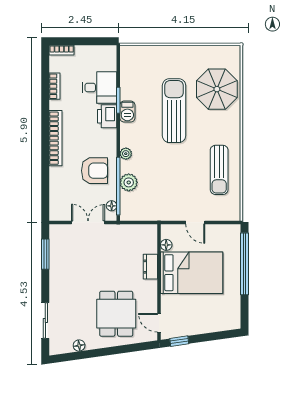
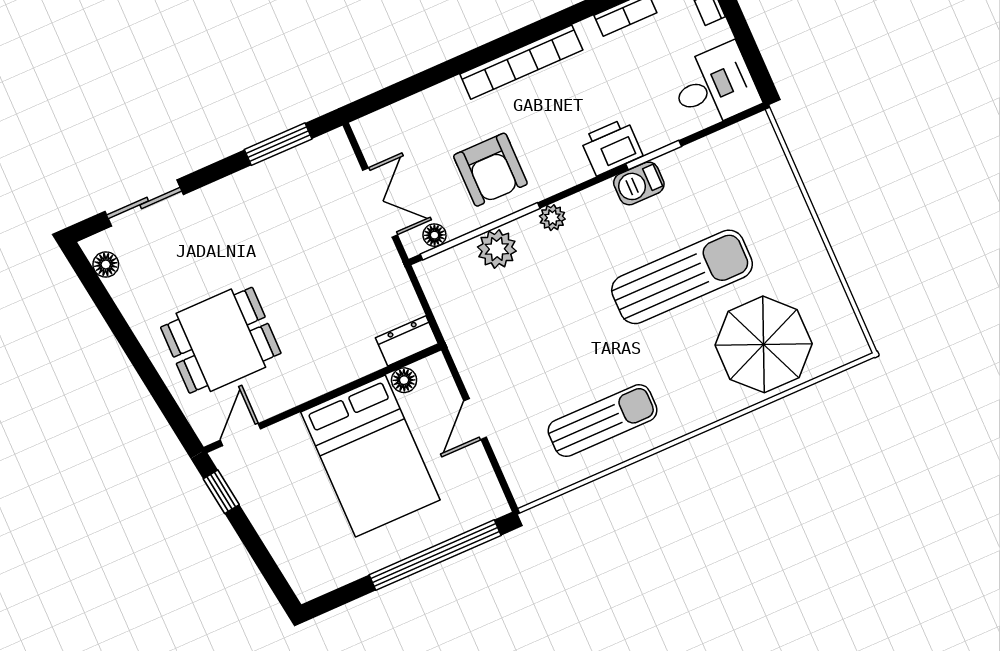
desk: (99, 88) -> (715, 86), moved, turned -90
sun lounger: (219, 170) -> (603, 421), turned 180
dresser: (150, 267) -> (407, 341), moved
floor lamp: (79, 345) -> (106, 264), moved

